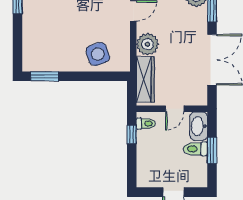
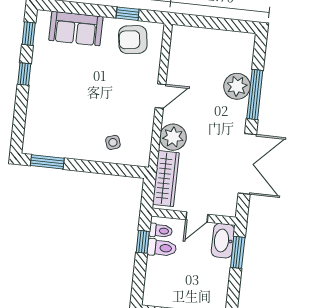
side table: (98, 54) -> (113, 142), width x0.54, depth x0.54
toilet: (196, 149) -> (162, 248), moved, turned 180
window: (212, 150) -> (238, 252), moved

